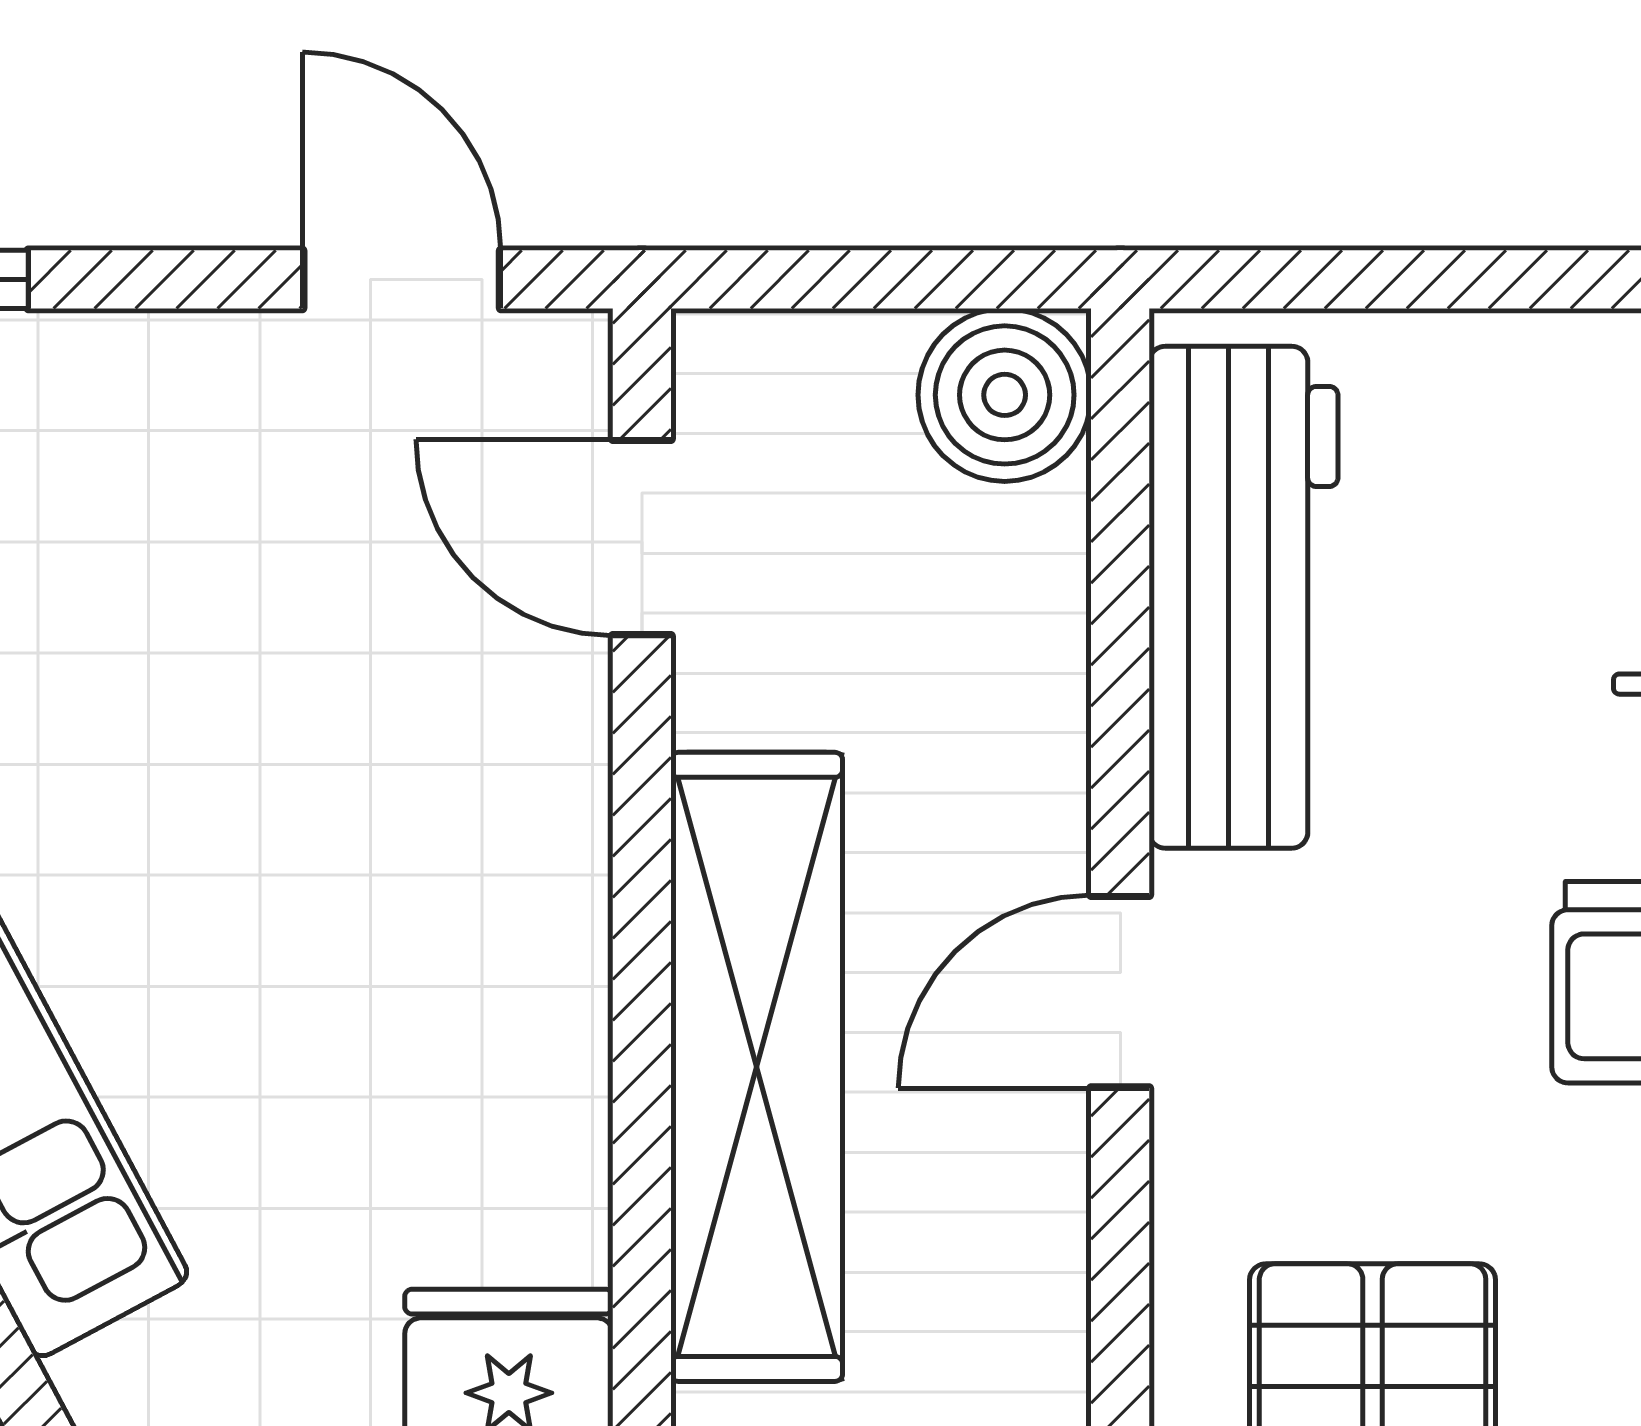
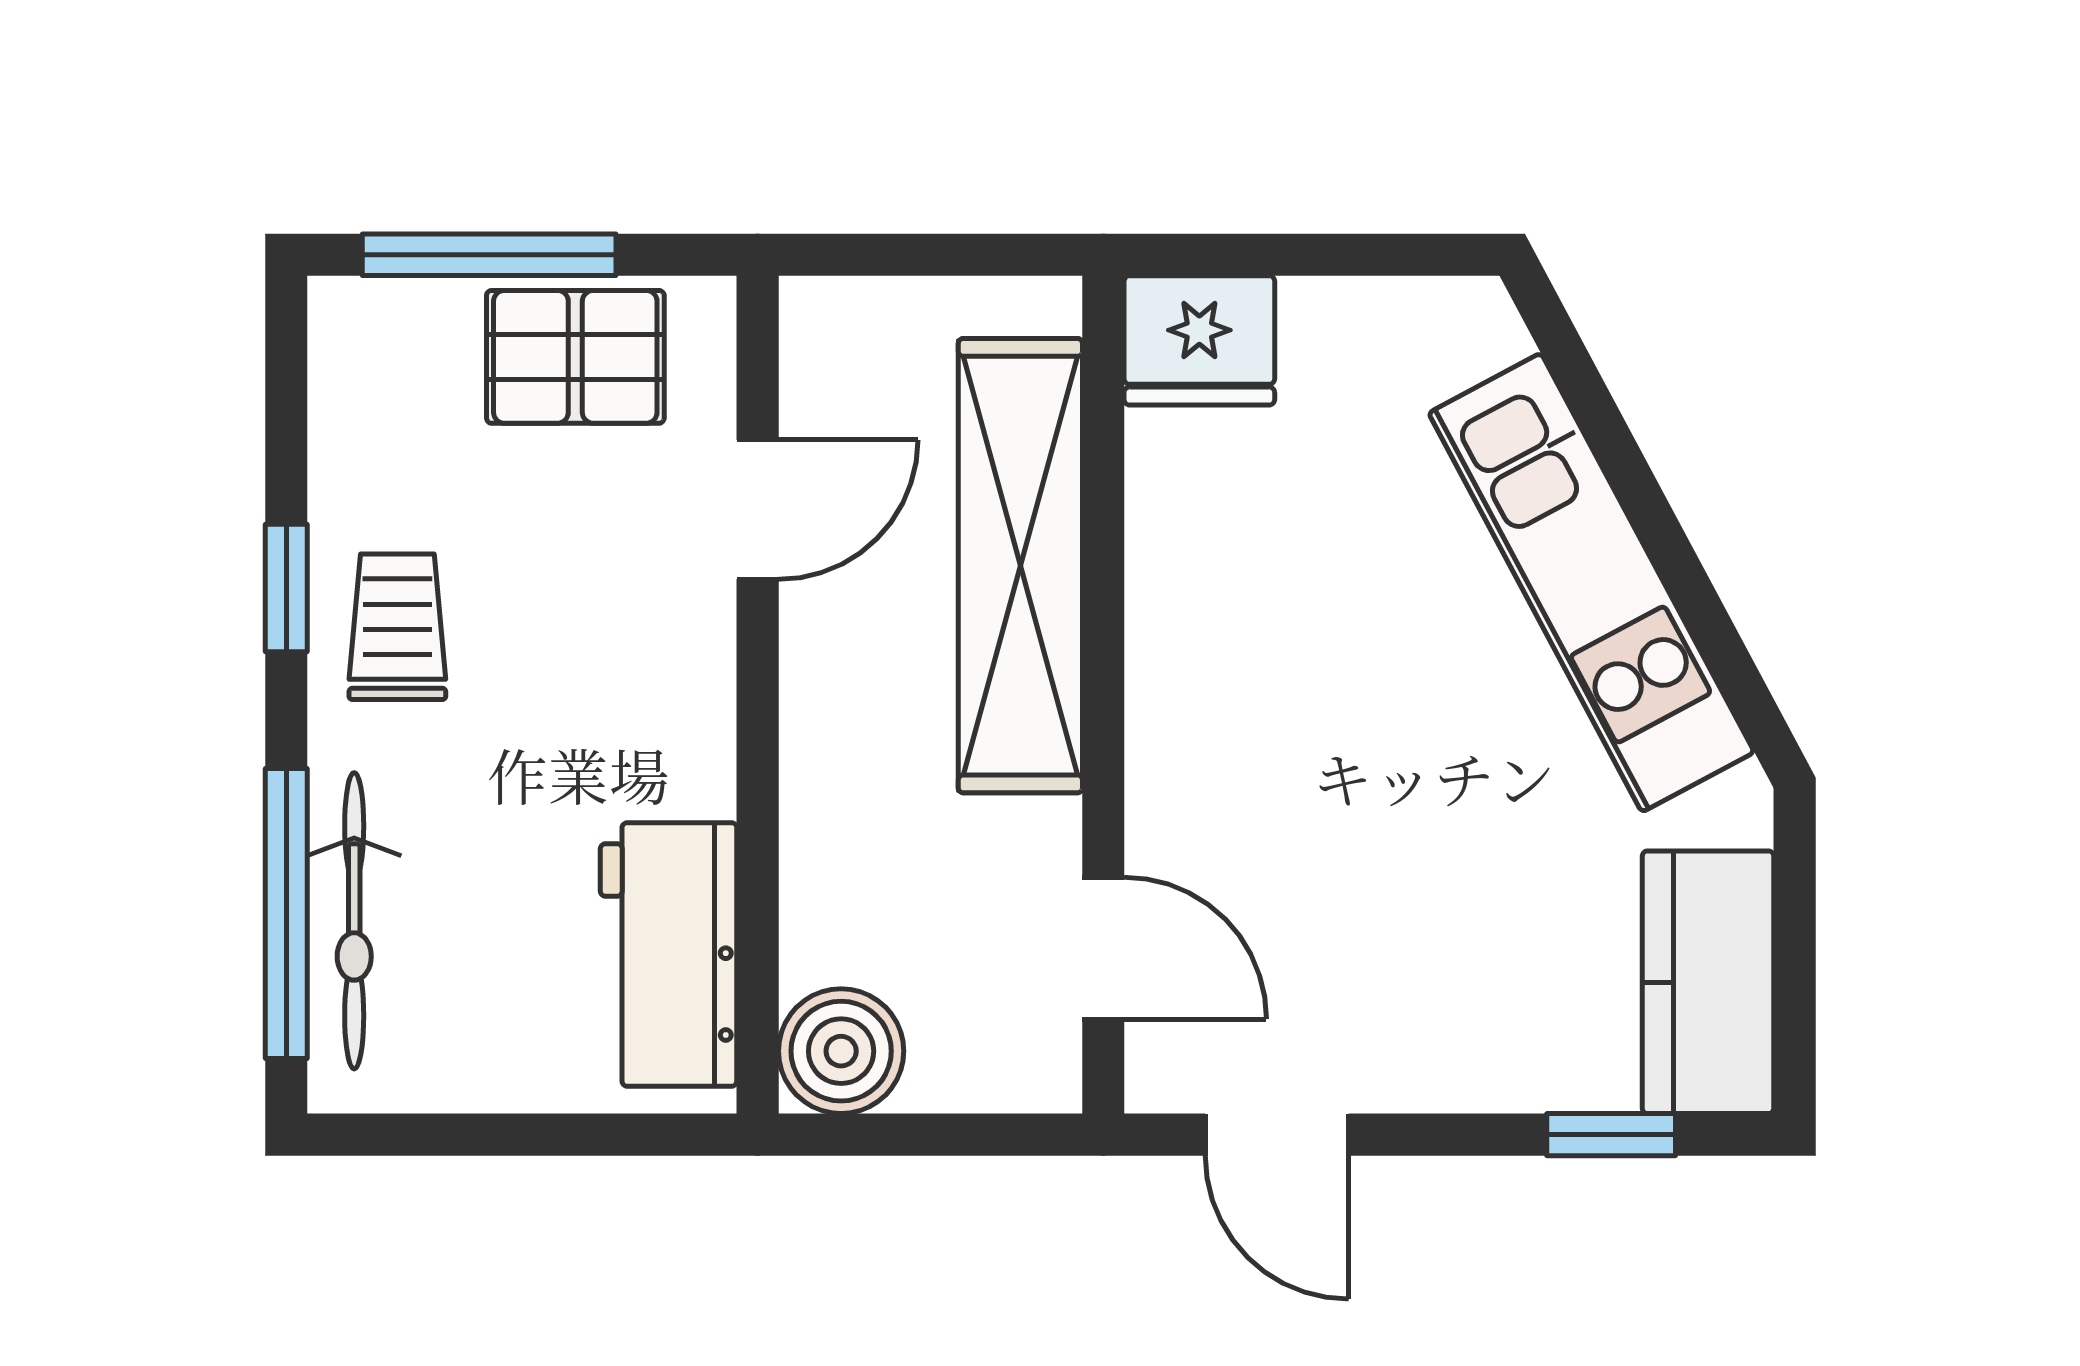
workbench: (1244, 597) -> (668, 954), width x0.73
door: (1120, 992) -> (758, 510), moved

